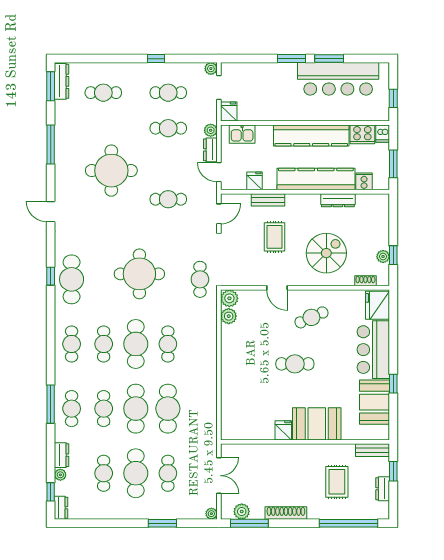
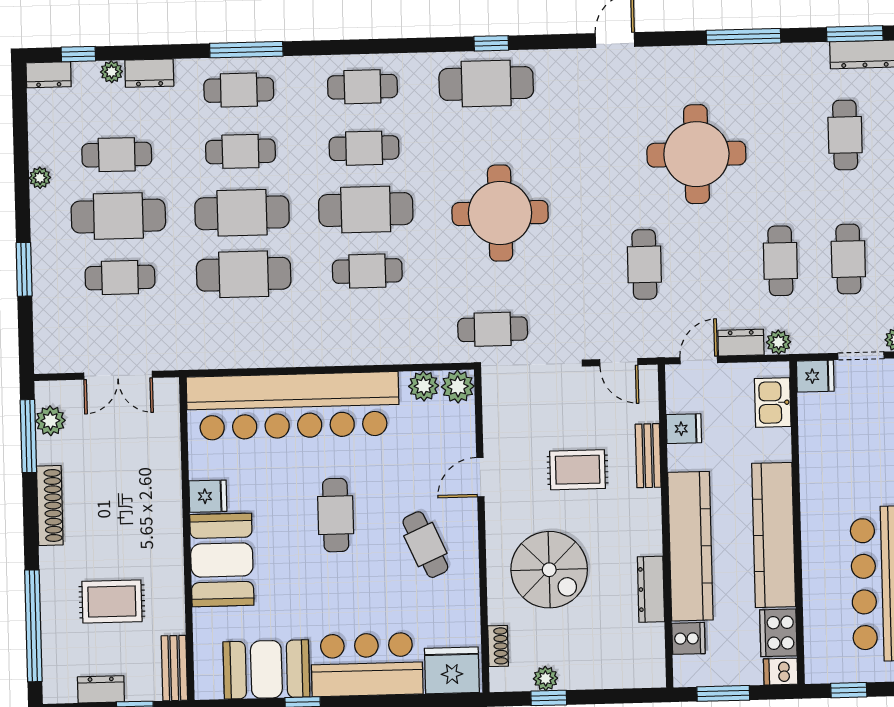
bar counter: (237, 385) -> (293, 406), added
plant: (211, 514) -> (40, 178), moved

